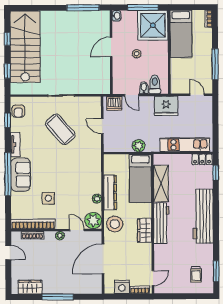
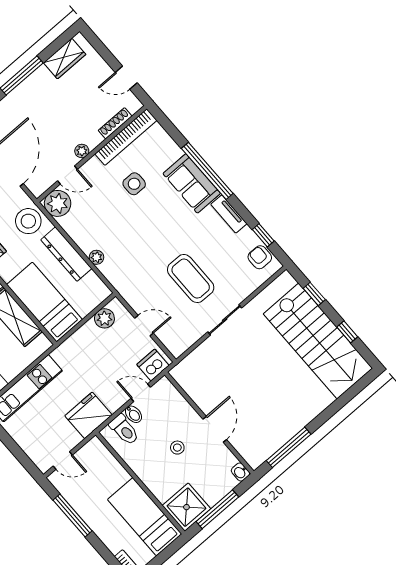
shower: (153, 25) -> (186, 507), width x0.73, depth x0.73
coffee table: (60, 129) -> (191, 279), turned 41
plant: (139, 146) -> (104, 318), moved
plant: (97, 199) -> (97, 257), moved

